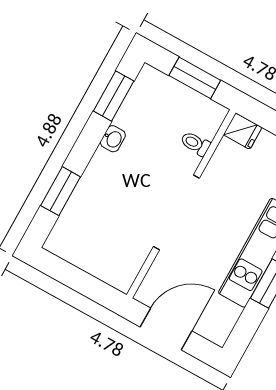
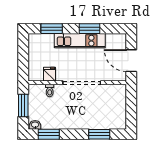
fridge: (243, 131) -> (50, 74), moved
washbasin: (113, 139) -> (35, 125), moved

